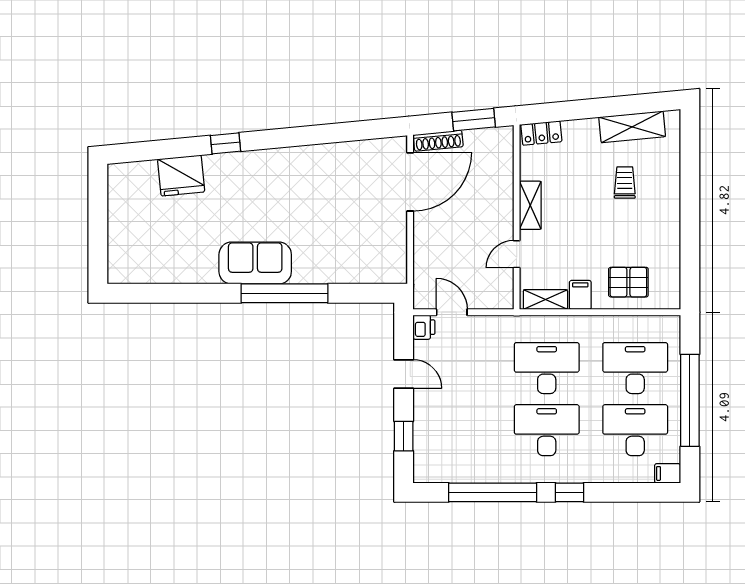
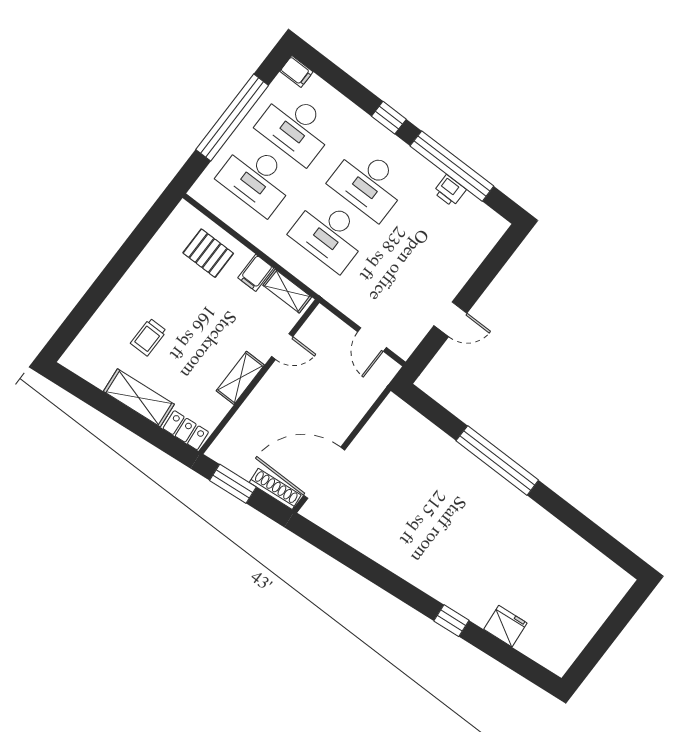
shelving: (632, 127) -> (139, 398), moved
fridge: (181, 176) -> (505, 626), width x0.73, depth x0.75
sofa: (255, 263) -> (502, 504), removed
printer: (424, 327) -> (450, 191), moved, turned -90
door: (404, 374) -> (450, 319), swing flipped
window: (404, 436) -> (490, 268), removed

